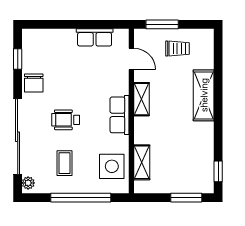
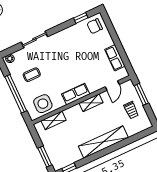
chair: (34, 83) -> (95, 26), moved
shelving: (204, 95) -> (103, 142), width x1.47
wheelchair: (66, 120) -> (58, 63), removed
sliding door: (18, 137) -> (34, 39), width x0.54

